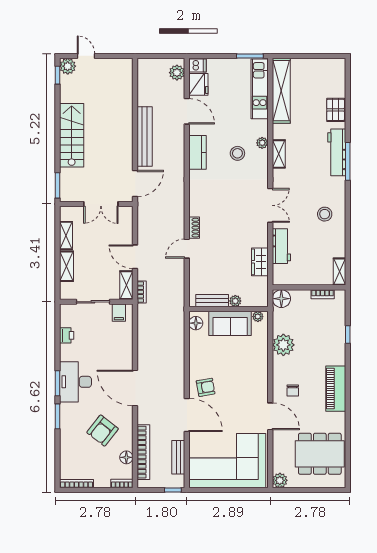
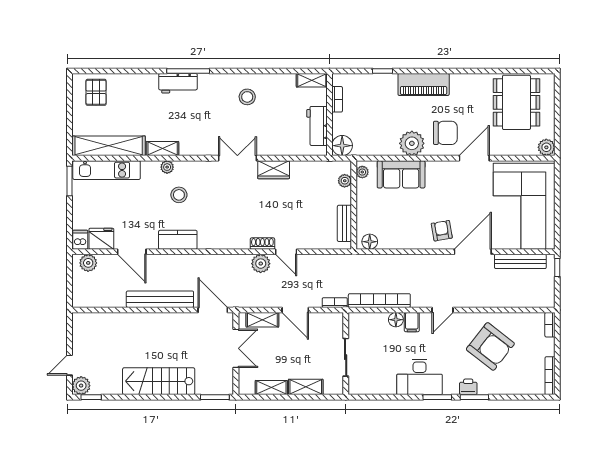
pallet: (336, 110) -> (96, 92), moved, turned 90
door: (187, 111) -> (132, 252), swing flipped
workbench: (337, 152) -> (178, 83), width x0.73
shelving: (279, 154) -> (163, 149), moved
plant: (176, 226) -> (261, 264), added
workbench: (281, 246) -> (317, 126), moved, turned -90
door: (135, 257) -> (295, 310), hinge flipped
wardrobe: (260, 262) -> (274, 170), moved
shelving: (126, 285) -> (262, 320), moved
plant: (235, 301) -> (345, 181), moved
filing cabinet: (119, 313) -> (412, 322), moved, turned 90
sofa: (230, 323) -> (401, 174), moved, turned 90
printer: (67, 335) -> (468, 387), moved
plant: (283, 345) -> (412, 143), moved
desk: (75, 382) -> (420, 377), moved
door: (135, 388) -> (443, 310), width x0.53
piano: (336, 389) -> (424, 84), moved
chair: (293, 390) -> (445, 133), width x1.87, depth x1.87
armchair: (103, 431) -> (490, 346), width x1.36, depth x1.36
bookcase: (143, 452) -> (379, 301), moved
floor lamp: (126, 457) -> (396, 320), moved
bench: (178, 457) -> (520, 261), width x1.36

